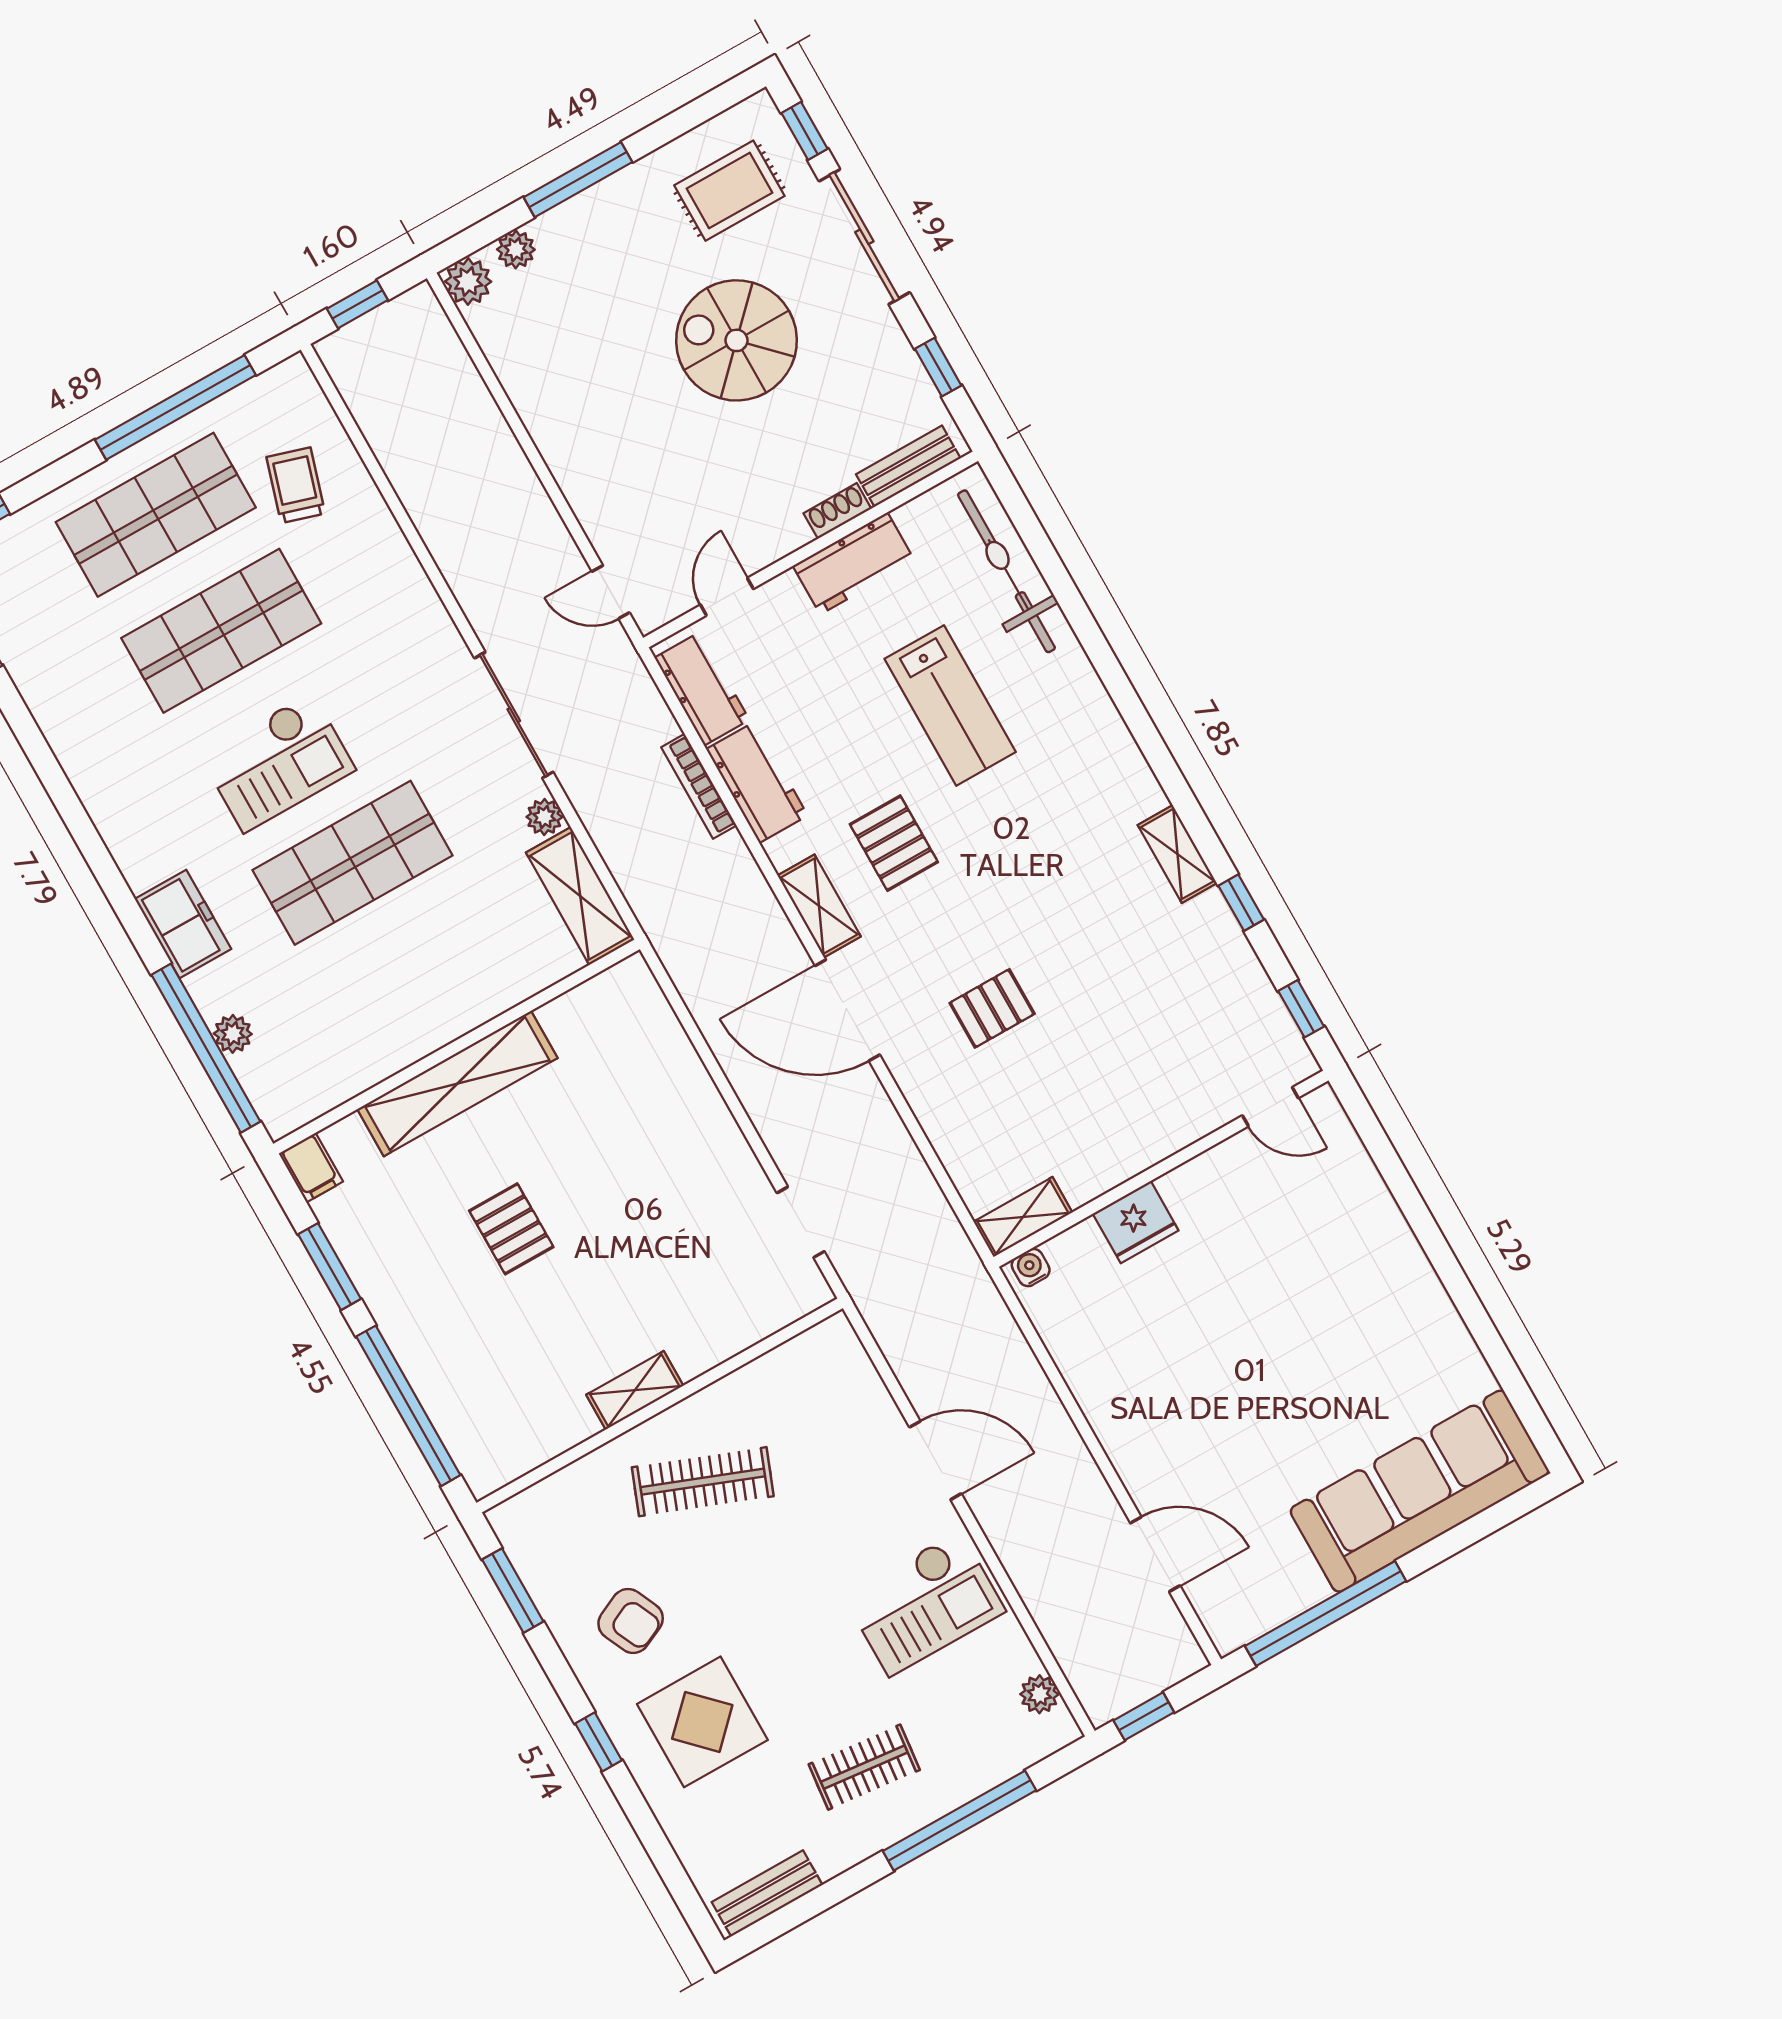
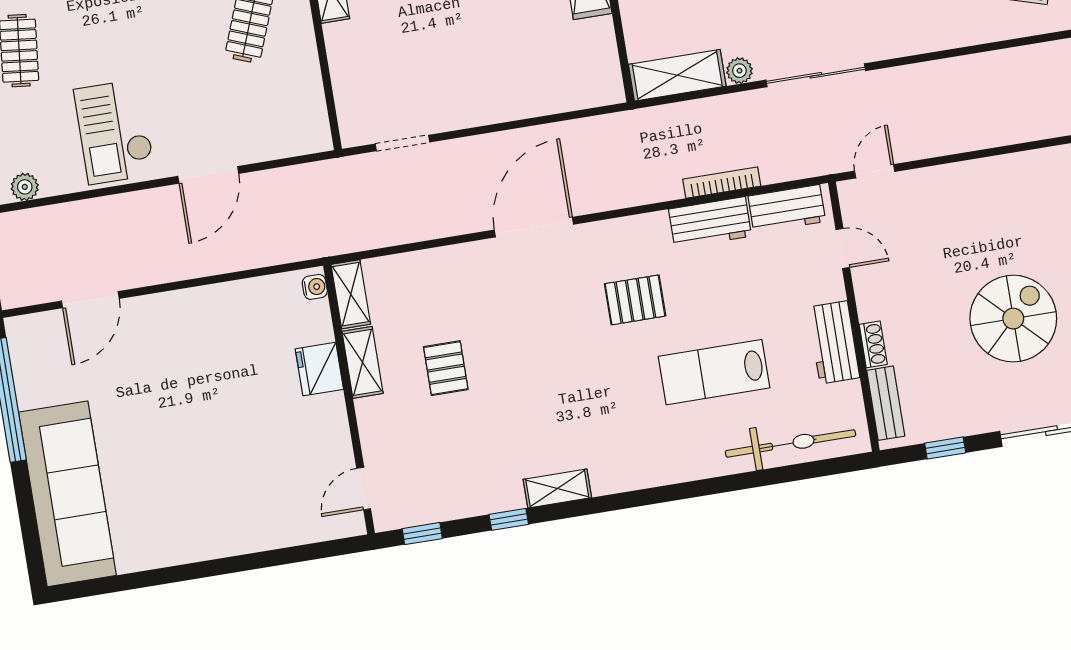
shelving: (819, 906) -> (363, 362), moved, turned 90
pallet: (992, 1008) -> (446, 368), moved

